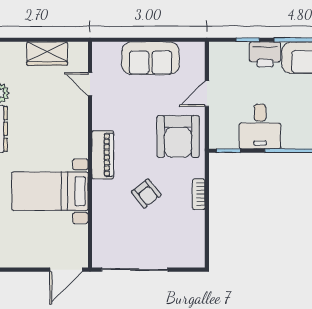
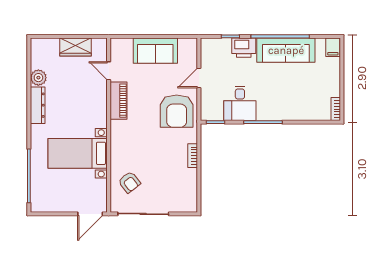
piano: (103, 155) -> (118, 101), moved
armchair: (146, 193) -> (129, 182), moved

